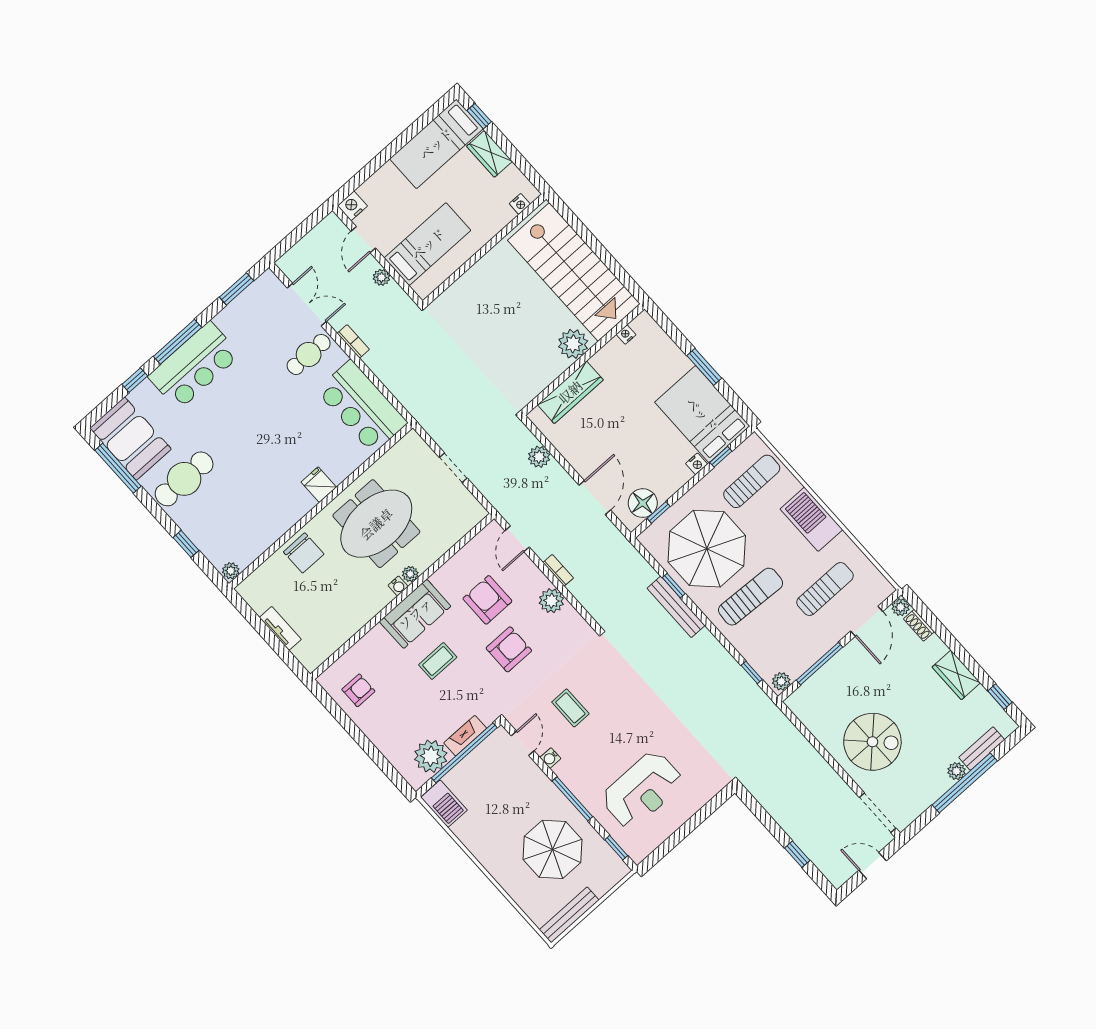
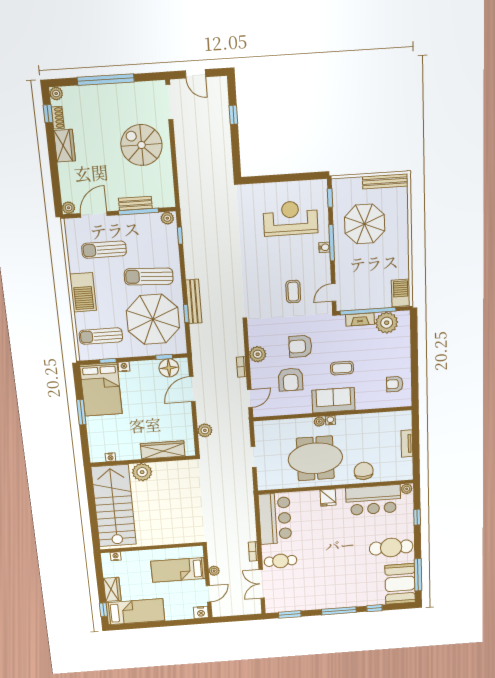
bar counter: (194, 366) -> (373, 500), moved, turned 180
shoe rack: (919, 625) -> (58, 118), moved
bench: (982, 749) -> (135, 203), moved
water cooler: (550, 758) -> (324, 247), moved
plant: (956, 771) -> (56, 94), moved

